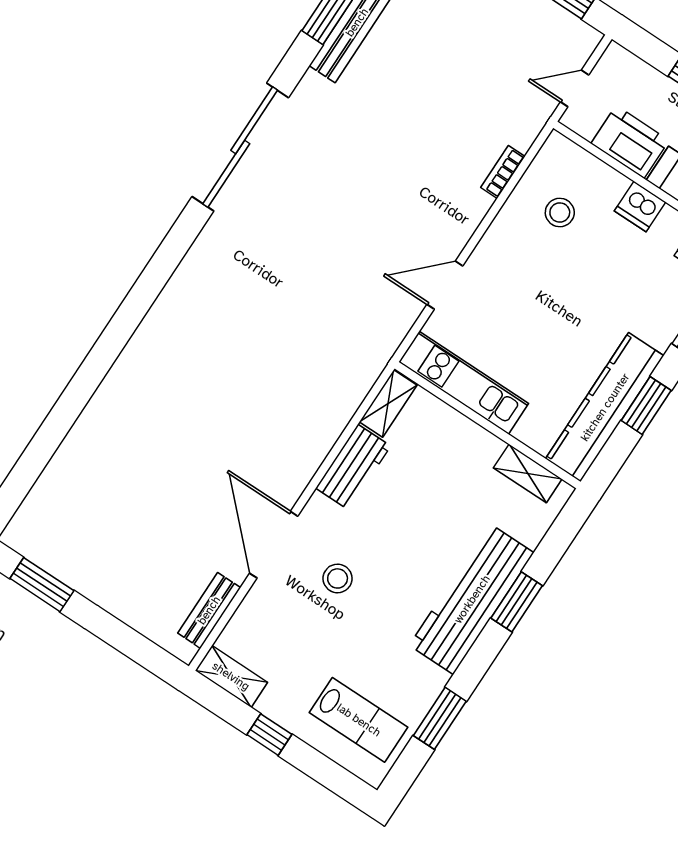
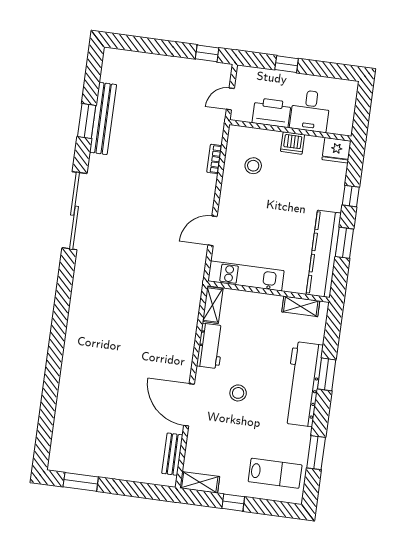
stool: (338, 578) -> (238, 393), moved

